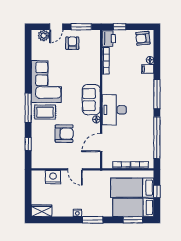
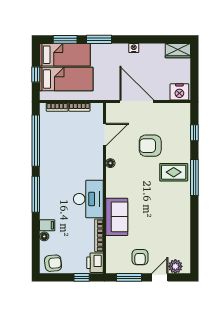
corner sofa: (46, 82) -> (172, 210), removed
sofa: (91, 100) -> (117, 217), moved
desk: (114, 110) -> (88, 199), moved
door: (75, 169) -> (137, 102), width x1.88
nightstand: (53, 177) -> (179, 92), moved
window: (93, 220) -> (99, 39), moved

